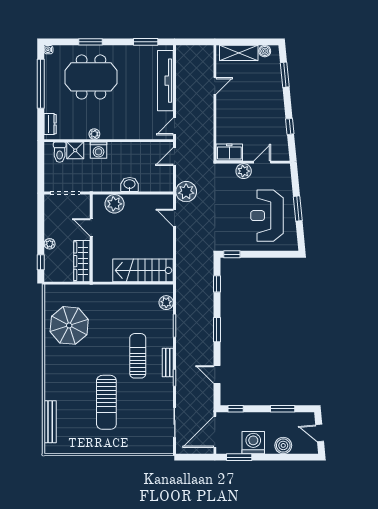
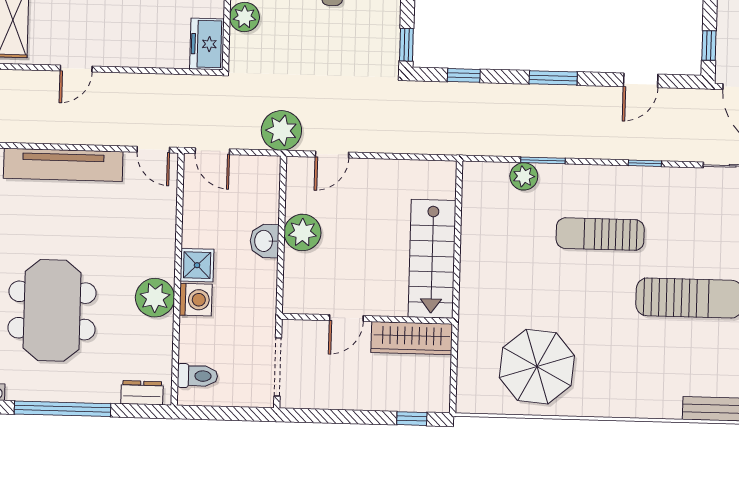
door: (215, 86) -> (76, 69), swing flipped
plant: (94, 134) -> (155, 298), width x1.88, depth x1.88
shower: (75, 150) -> (197, 265), moved
plant: (114, 204) -> (302, 232), moved
plant: (50, 244) -> (376, 400), removed
stairs: (143, 270) -> (432, 259), moved
plant: (166, 303) -> (524, 176), moved
bench: (168, 362) -> (615, 176), removed

